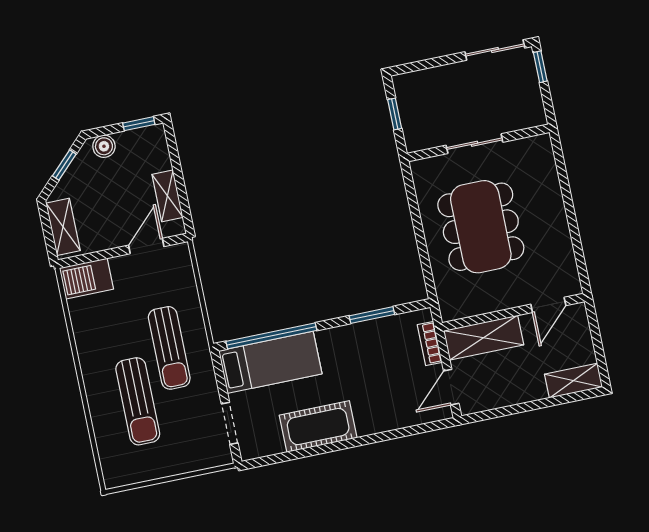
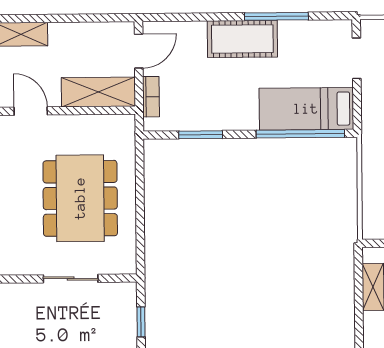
door: (548, 305) -> (31, 111), hinge flipped
cot: (318, 427) -> (242, 39), moved
window: (319, 450) -> (276, 16), added

